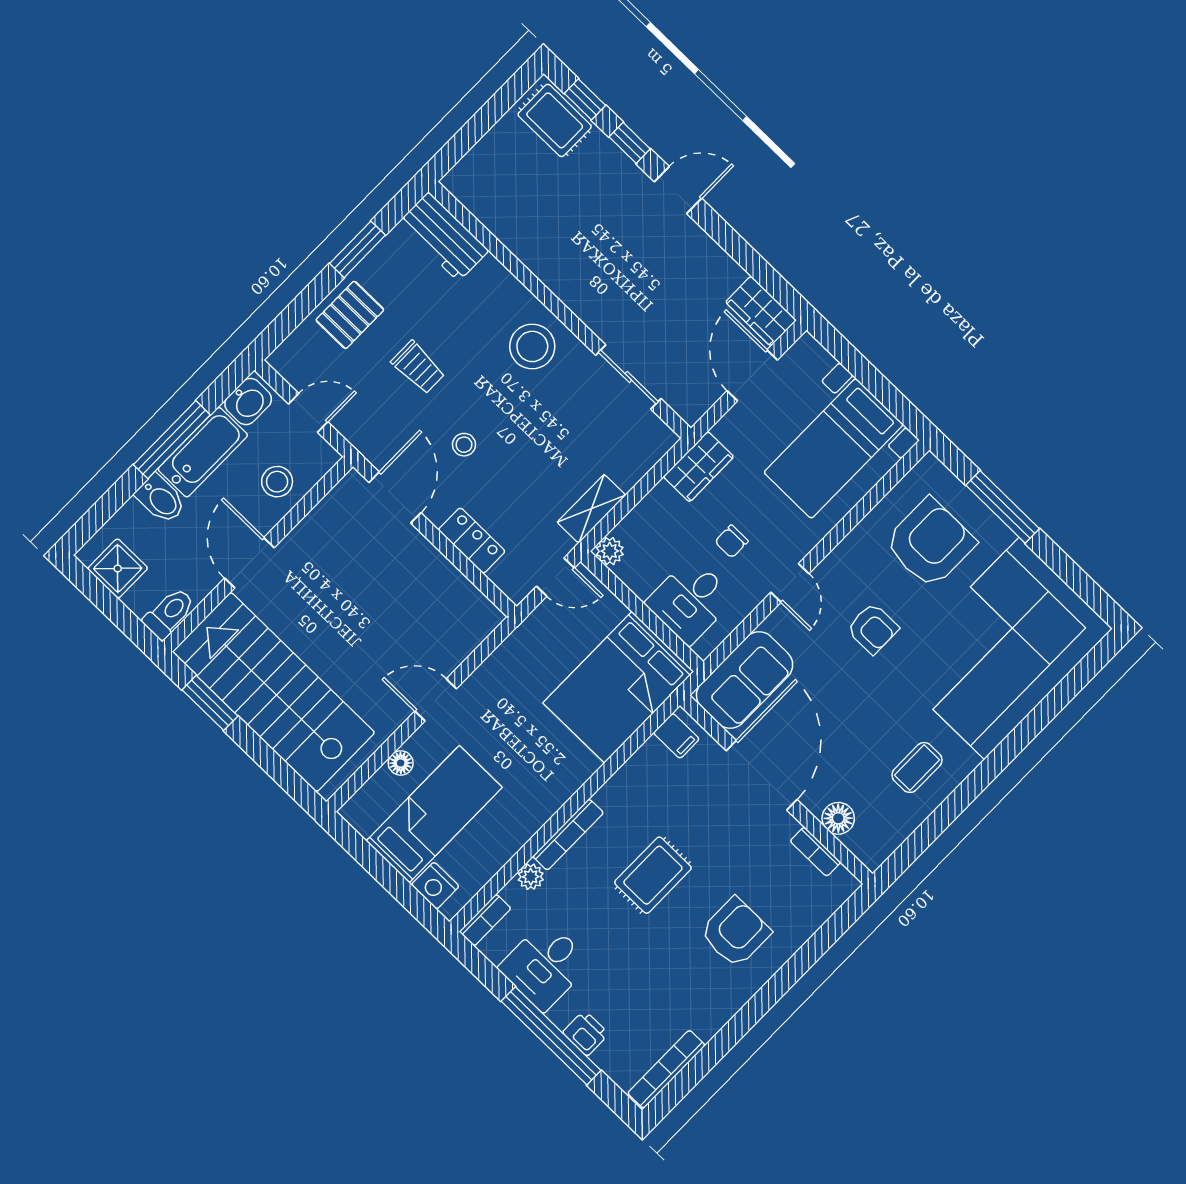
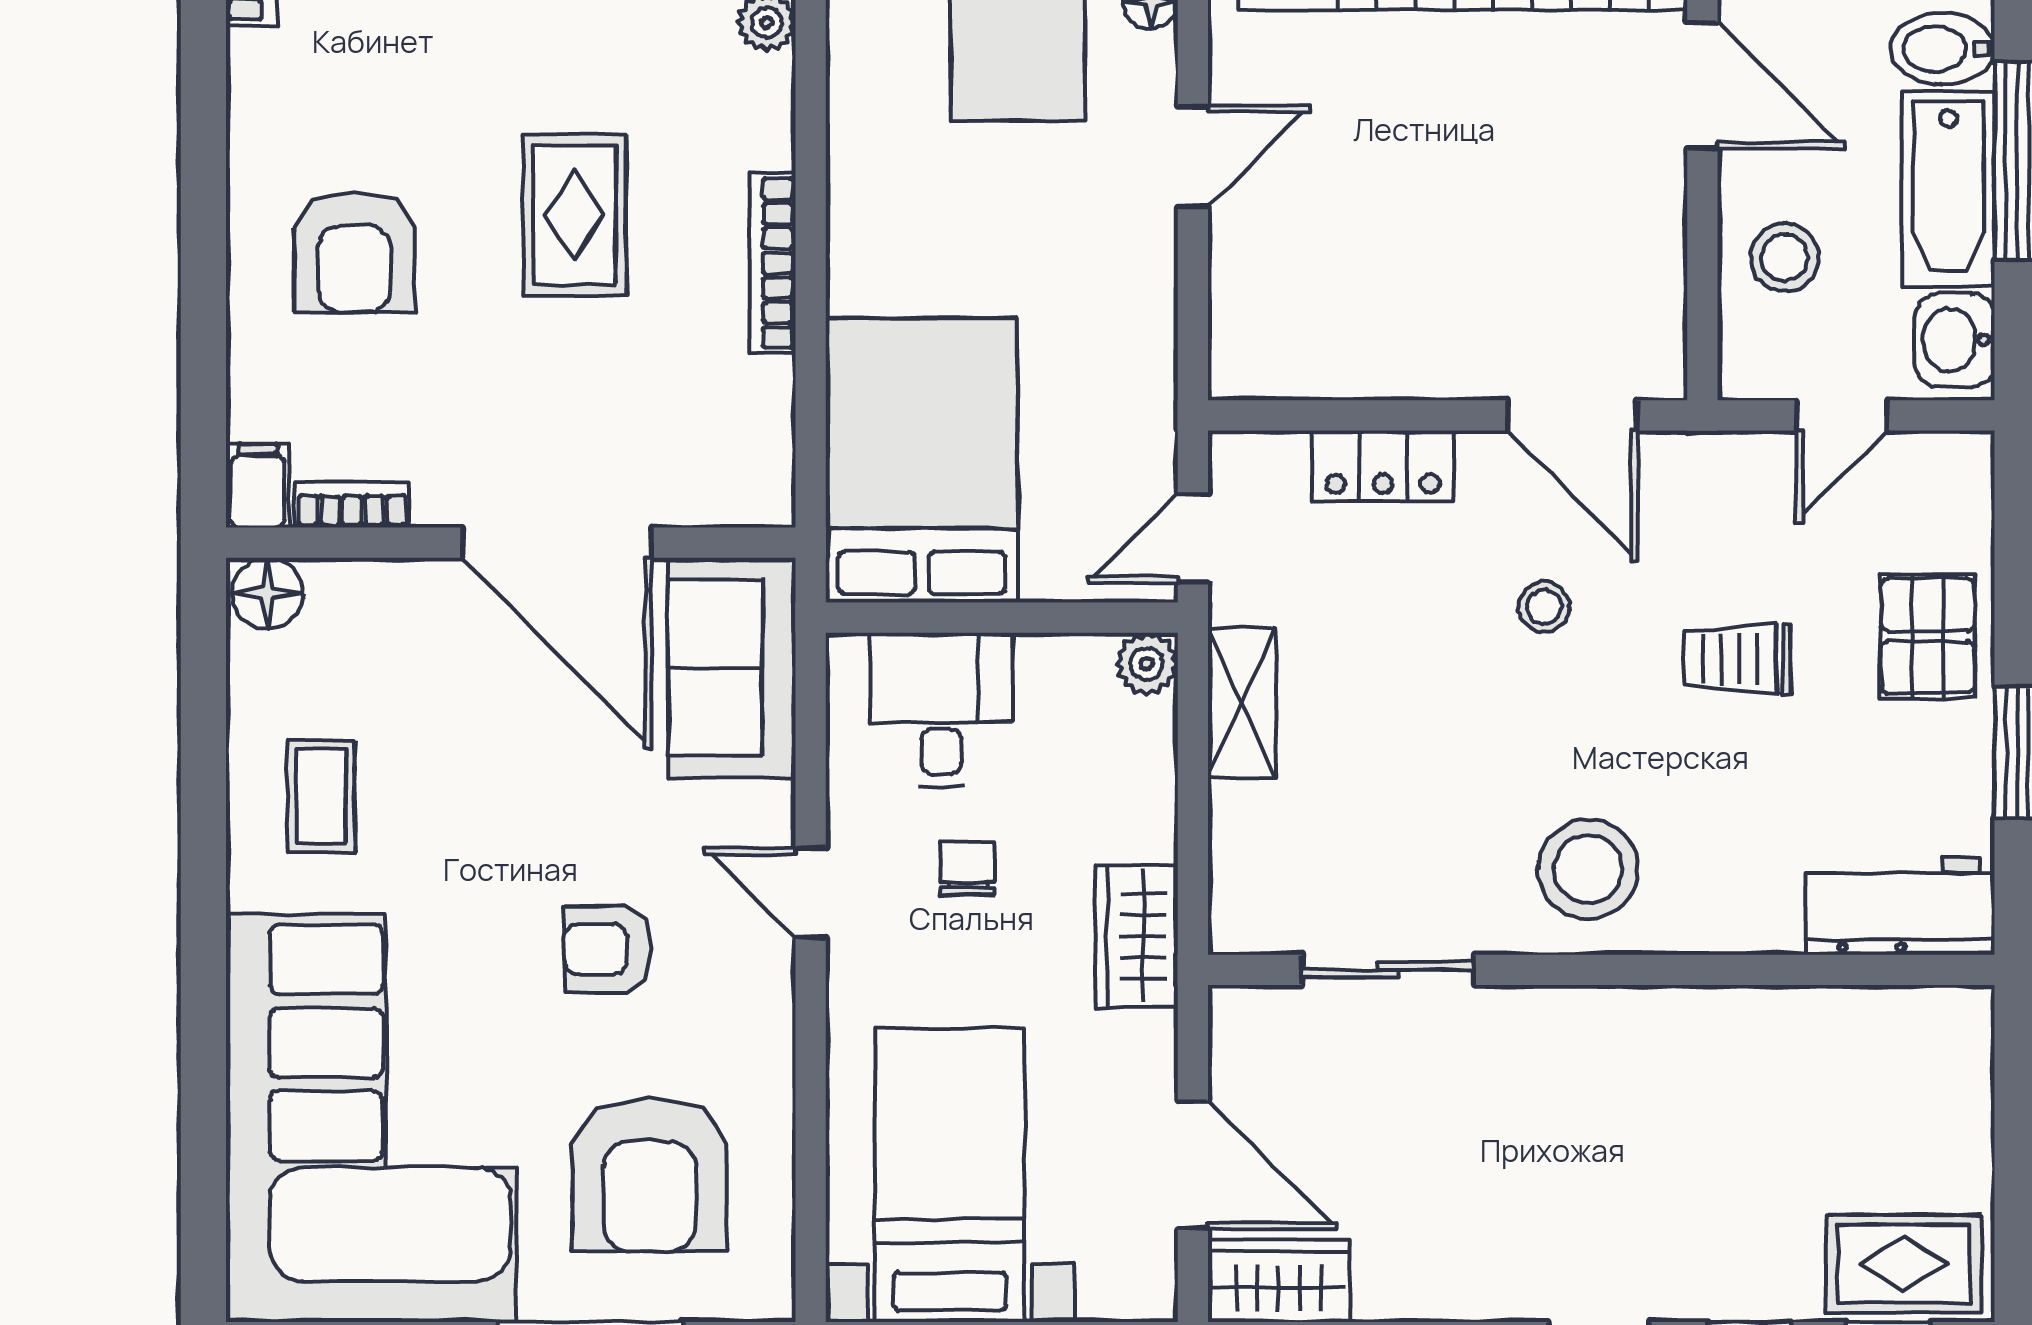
filing cabinet: (676, 736) -> (257, 486), moved, turned 90
floor lamp: (838, 818) -> (267, 593), moved
bookcase: (568, 835) -> (772, 263), moved

